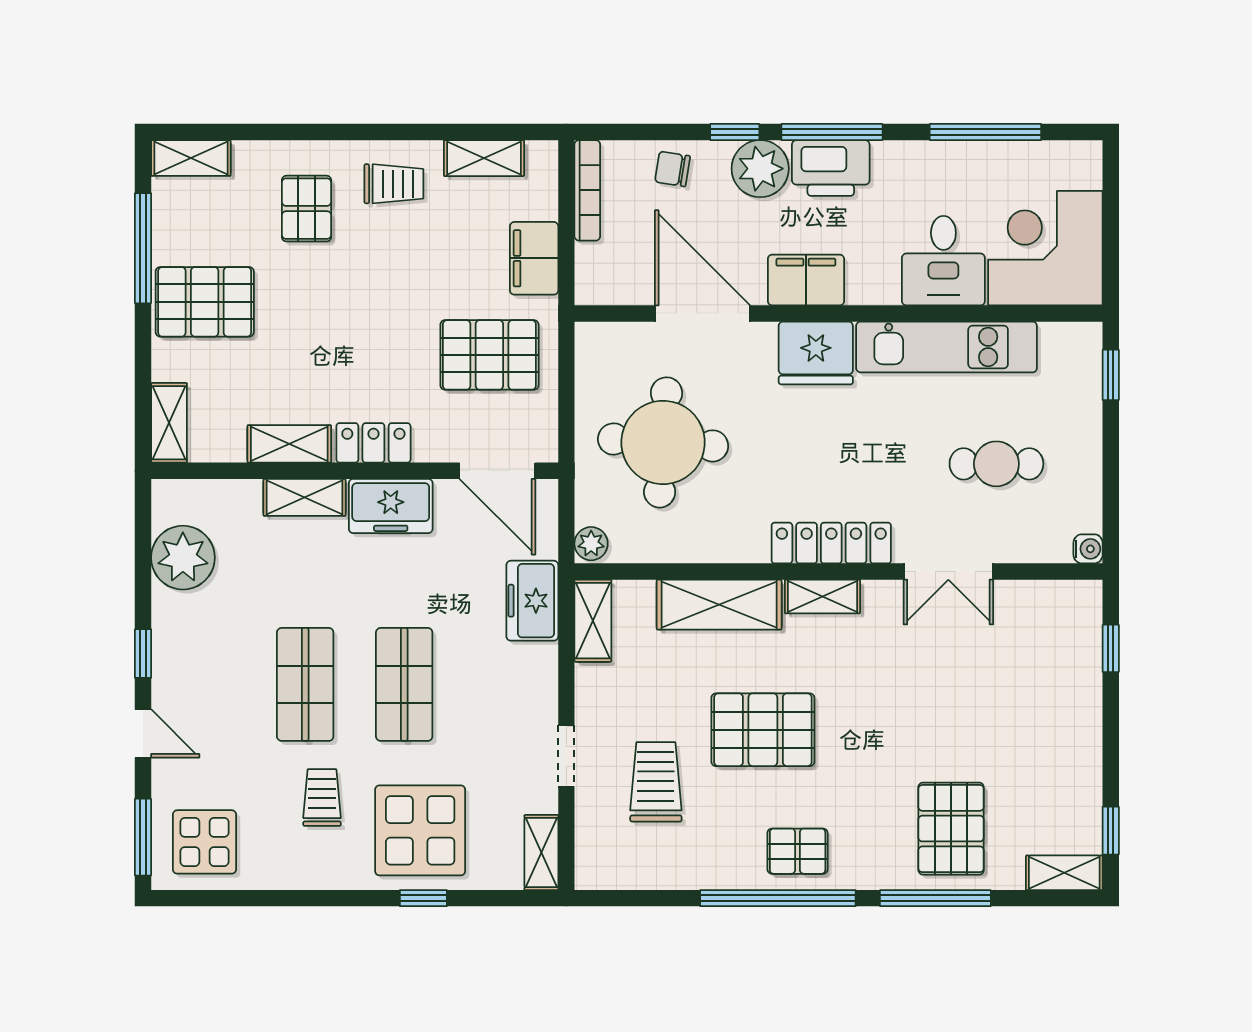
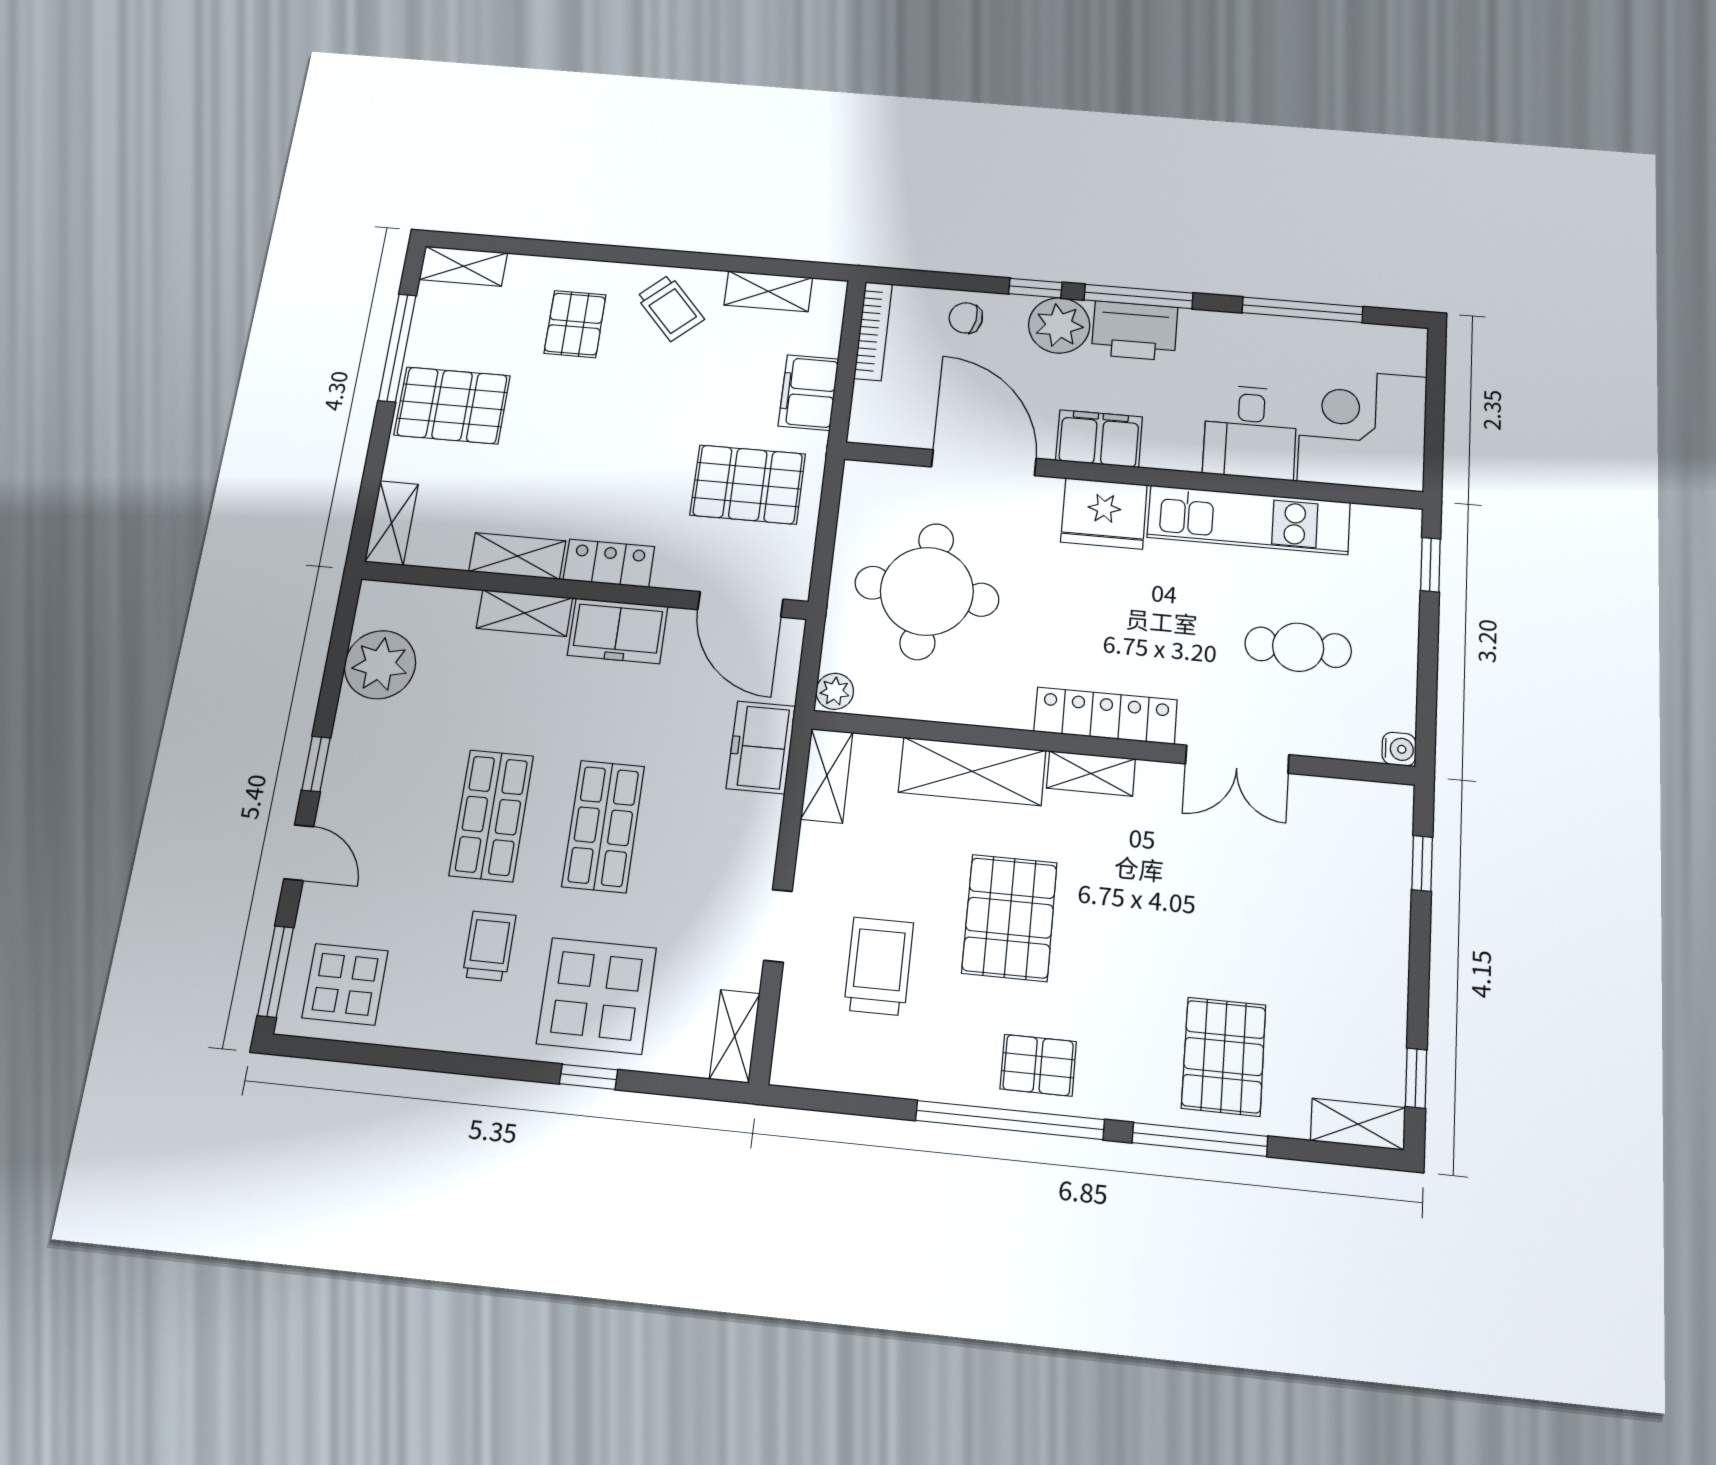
trolley: (394, 184) -> (670, 308), turned 48
pallet: (763, 730) -> (1010, 918), turned 90

